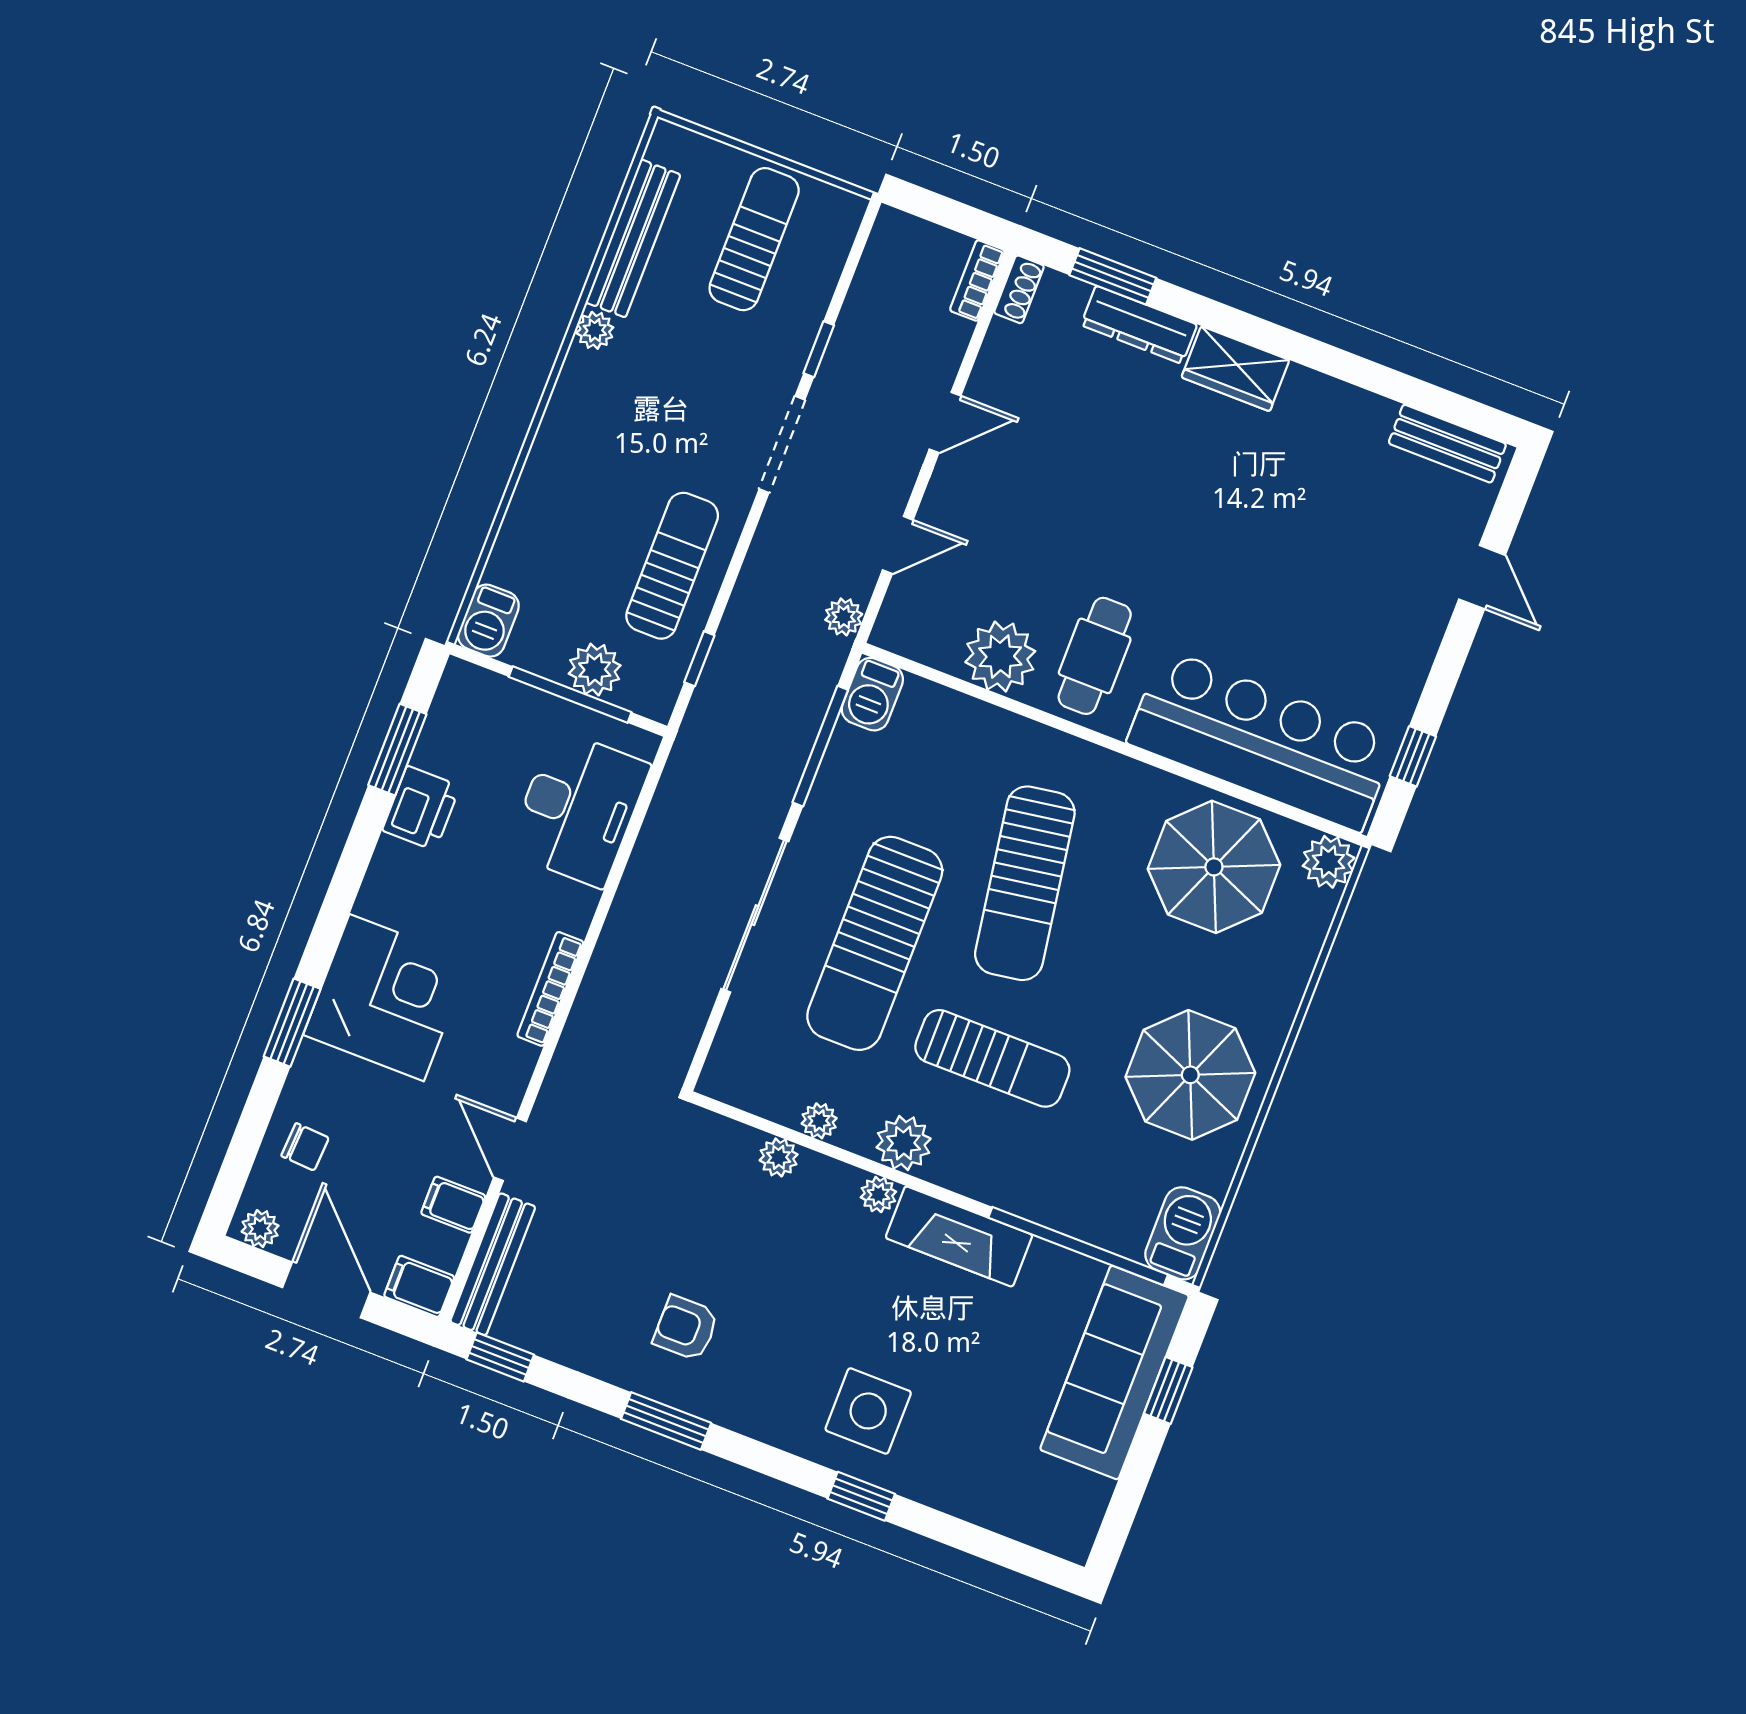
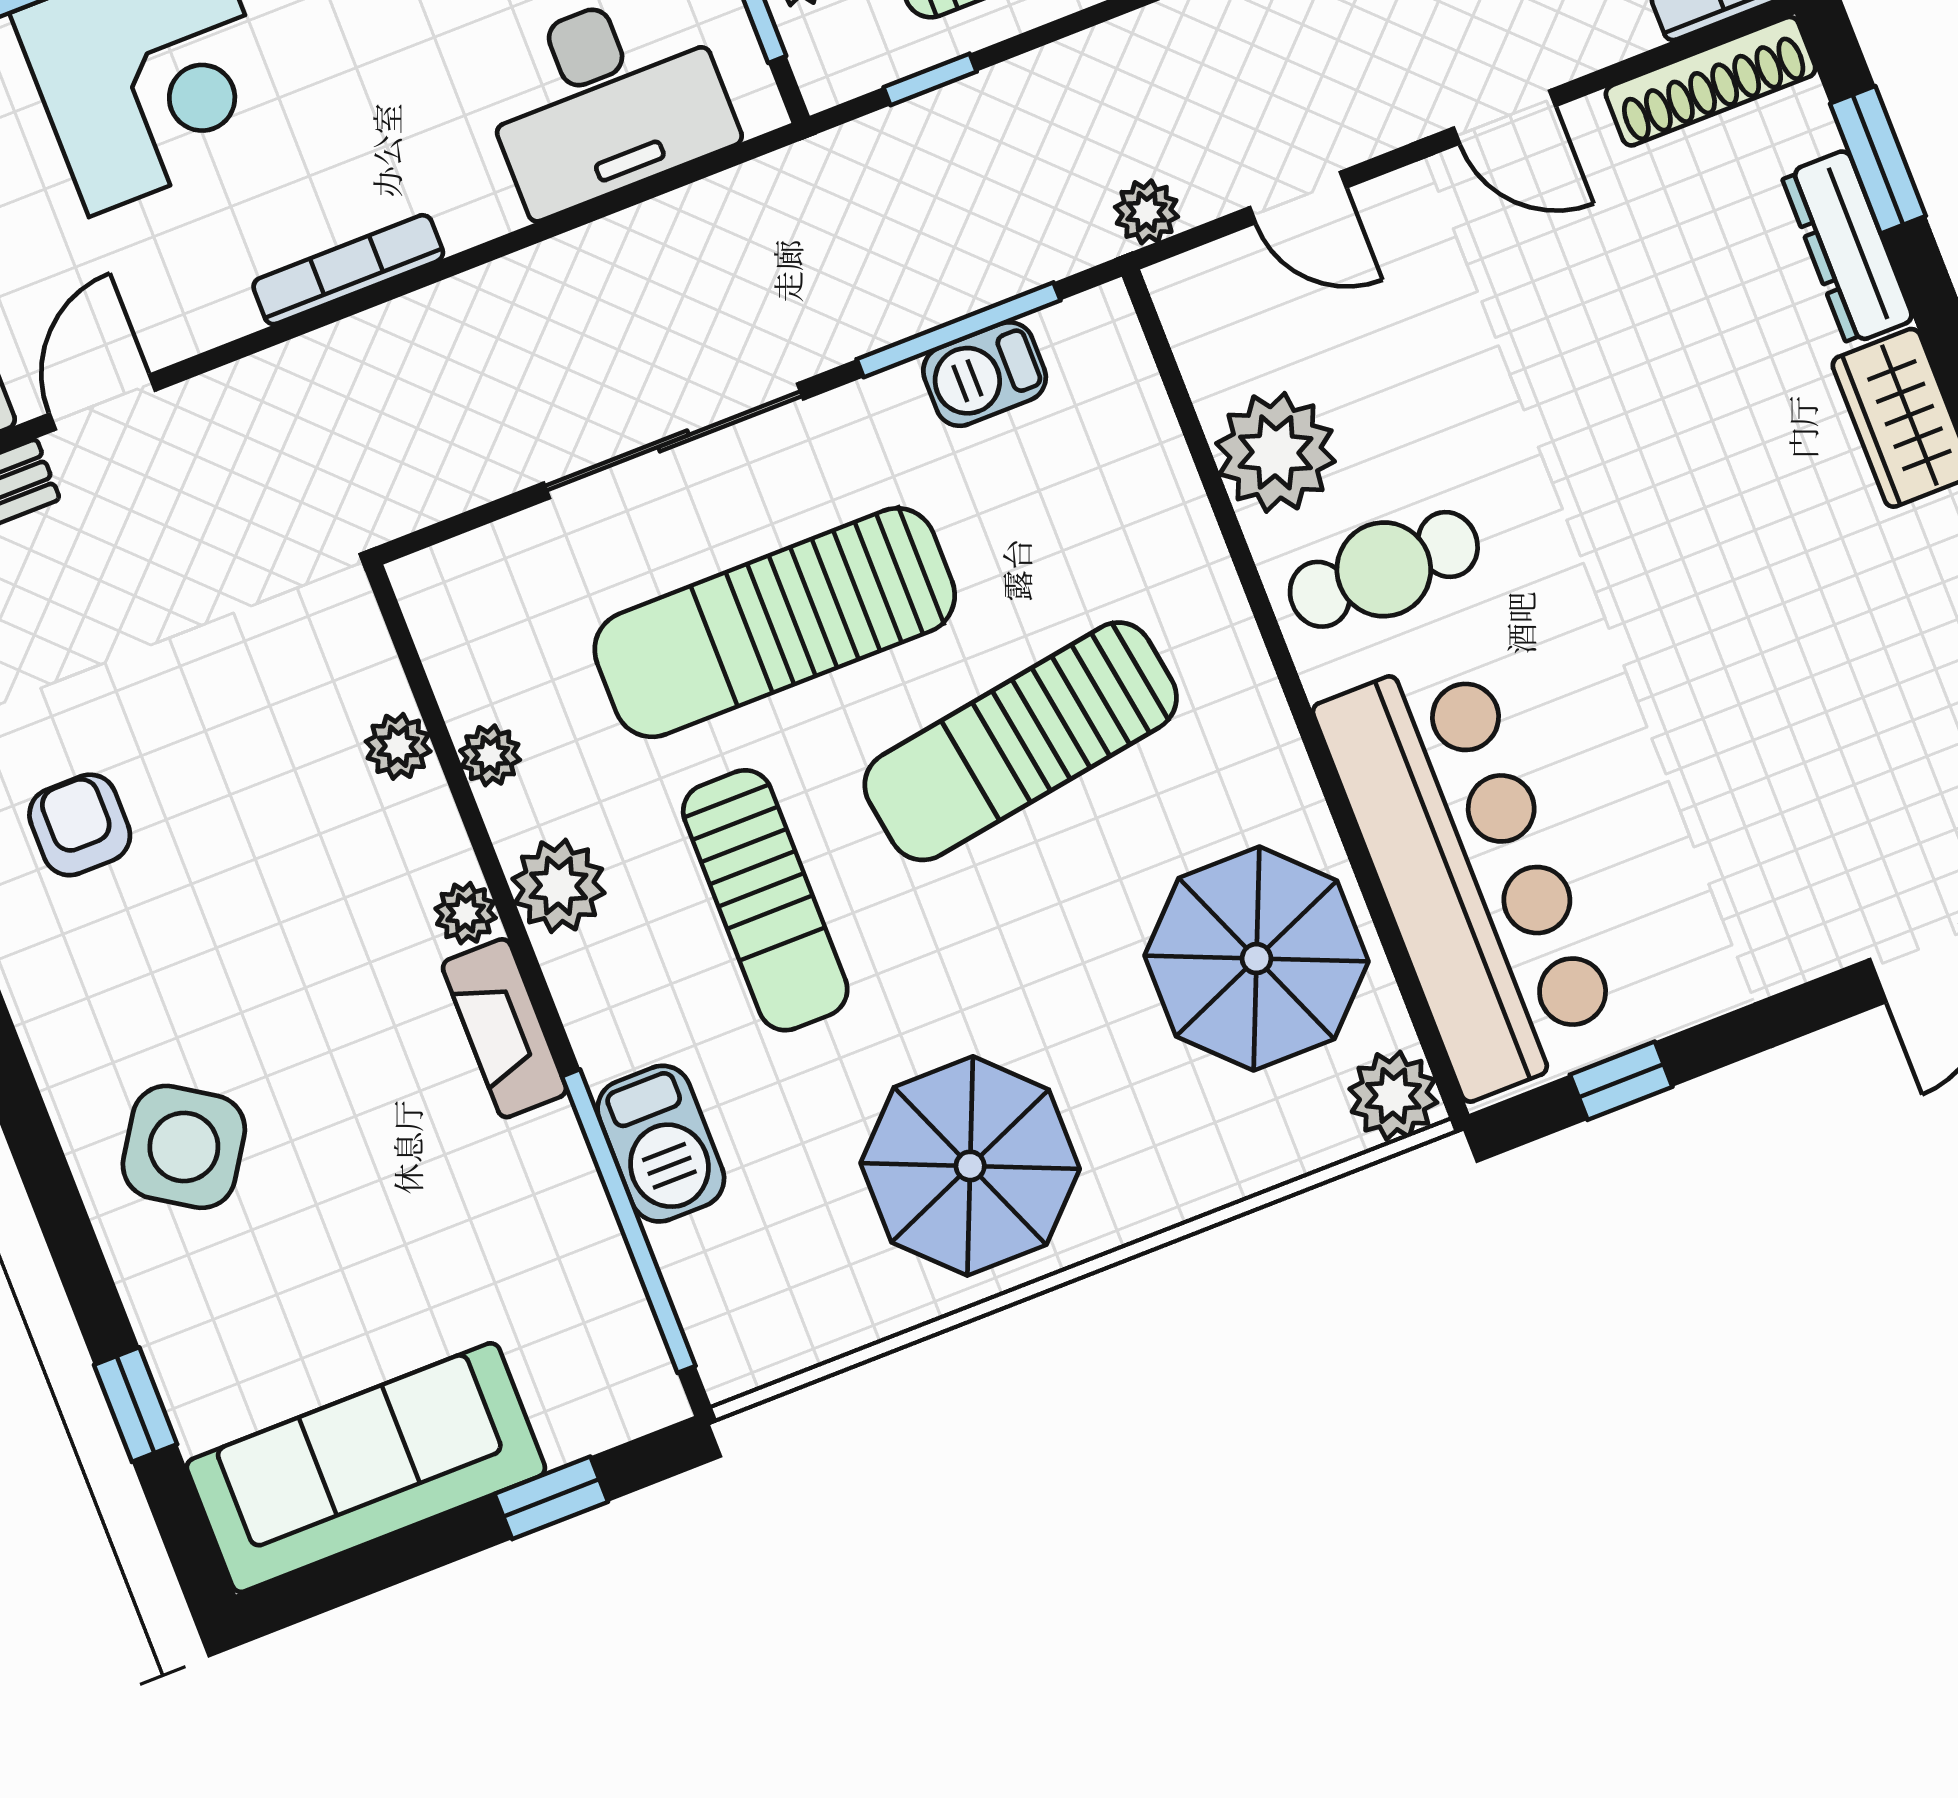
shoe rack: (1019, 289) -> (1711, 81), width x1.94, depth x1.24
barbecue: (872, 694) -> (985, 374), moved
barbecue: (1183, 1233) -> (661, 1144), moved, turned 90
fireplace: (959, 1236) -> (504, 1028), width x0.73, depth x0.76
sofa: (1115, 1373) -> (366, 1468), moved
side table: (868, 1411) -> (184, 1147), turned 33
window: (861, 1496) -> (136, 1405), moved

